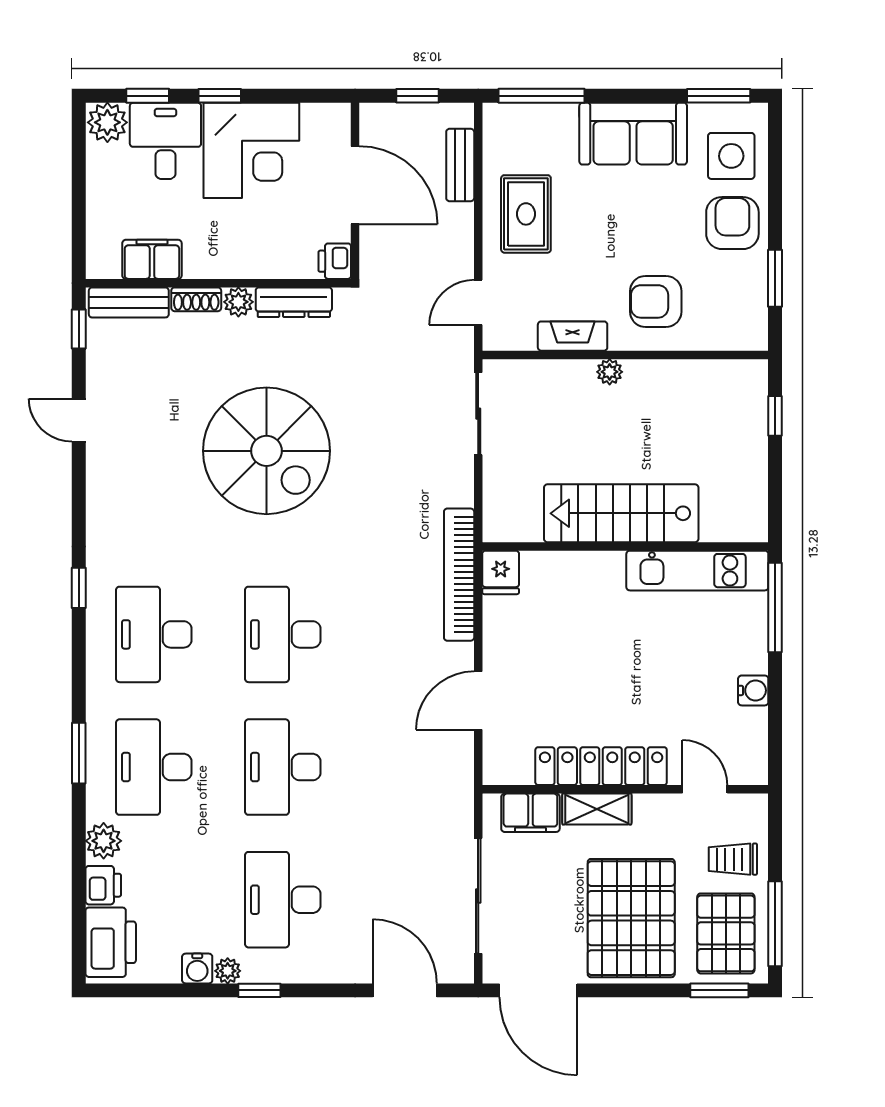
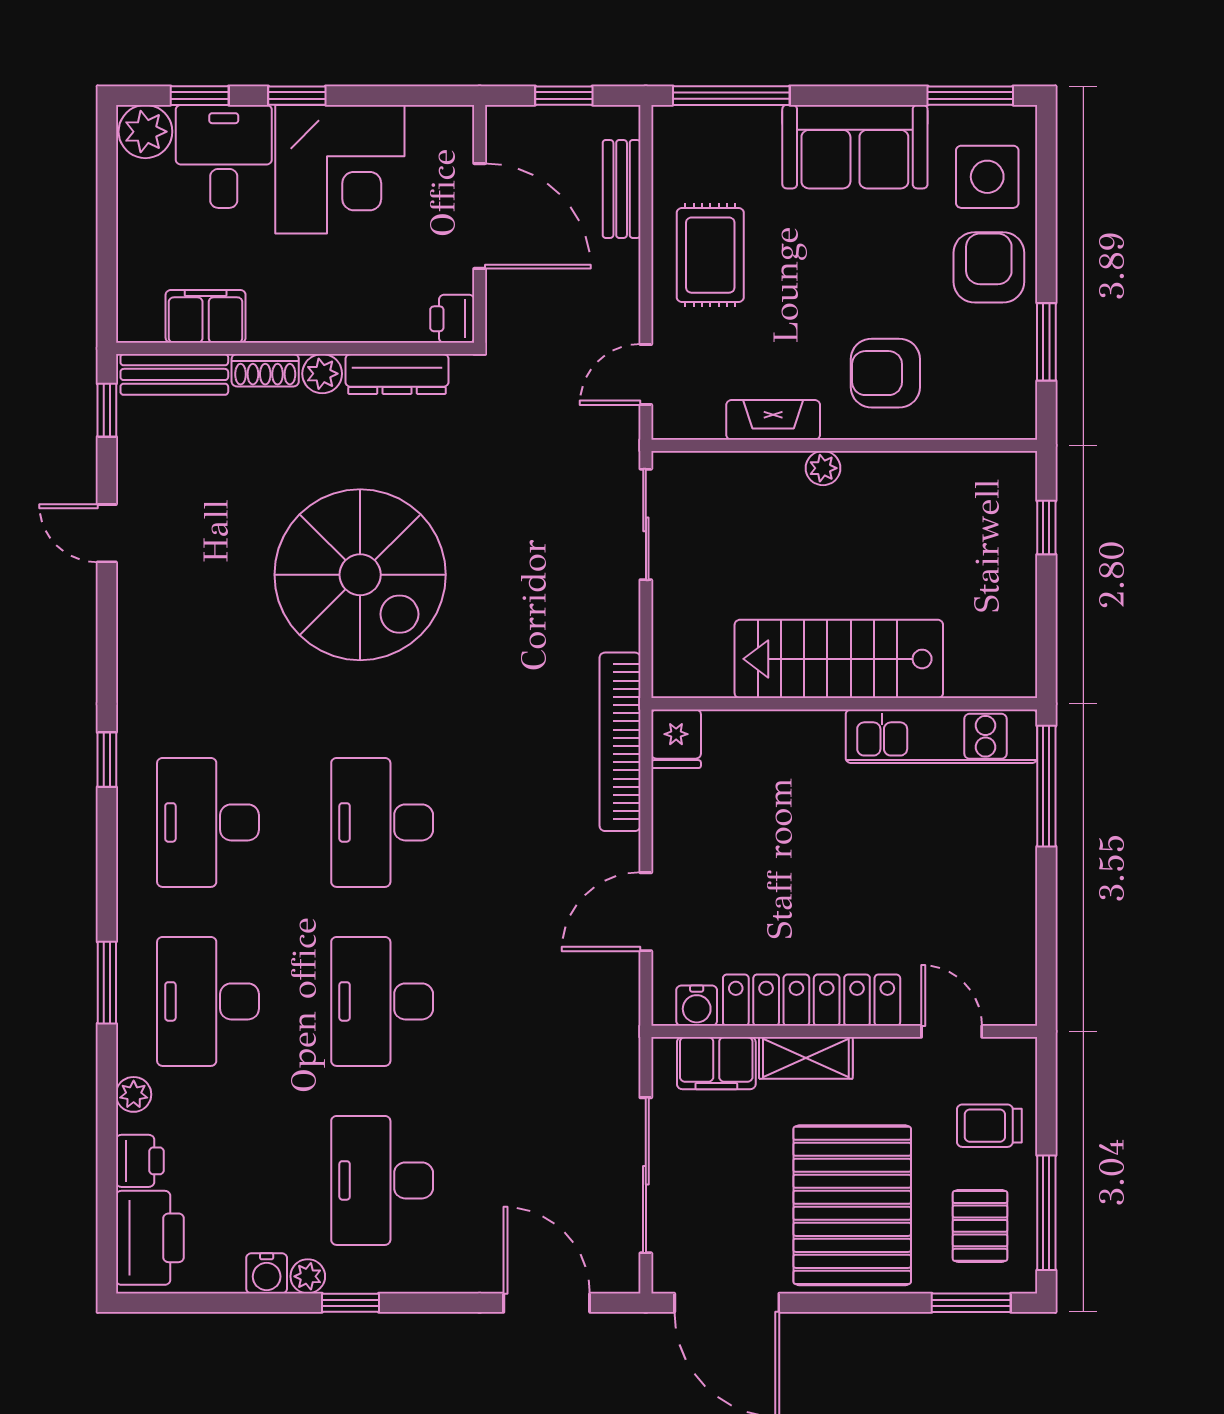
water cooler: (753, 690) -> (697, 1006), moved, turned 90
plant: (104, 841) -> (134, 1094), width x0.73, depth x0.73
pallet: (726, 933) -> (980, 1226), width x0.67, depth x0.71

